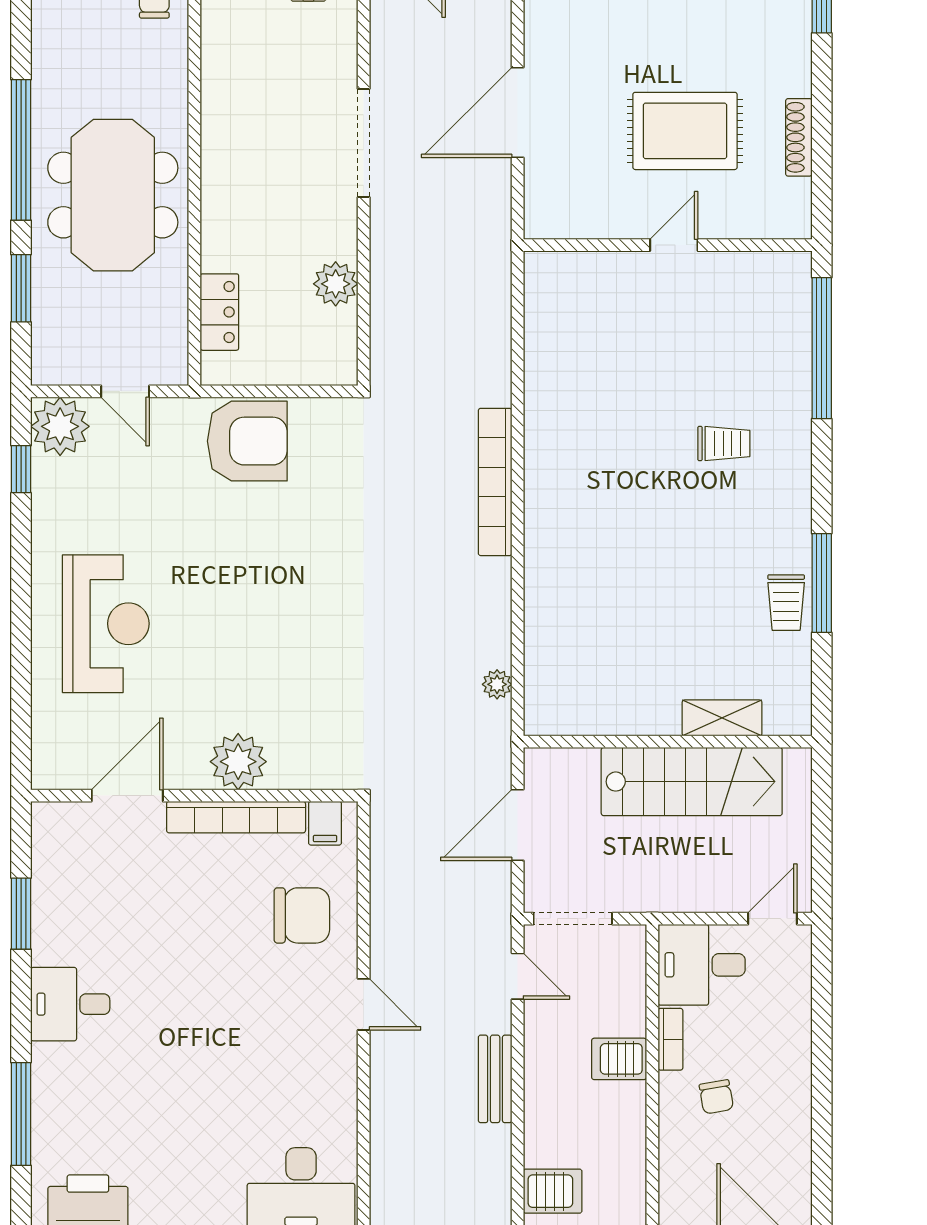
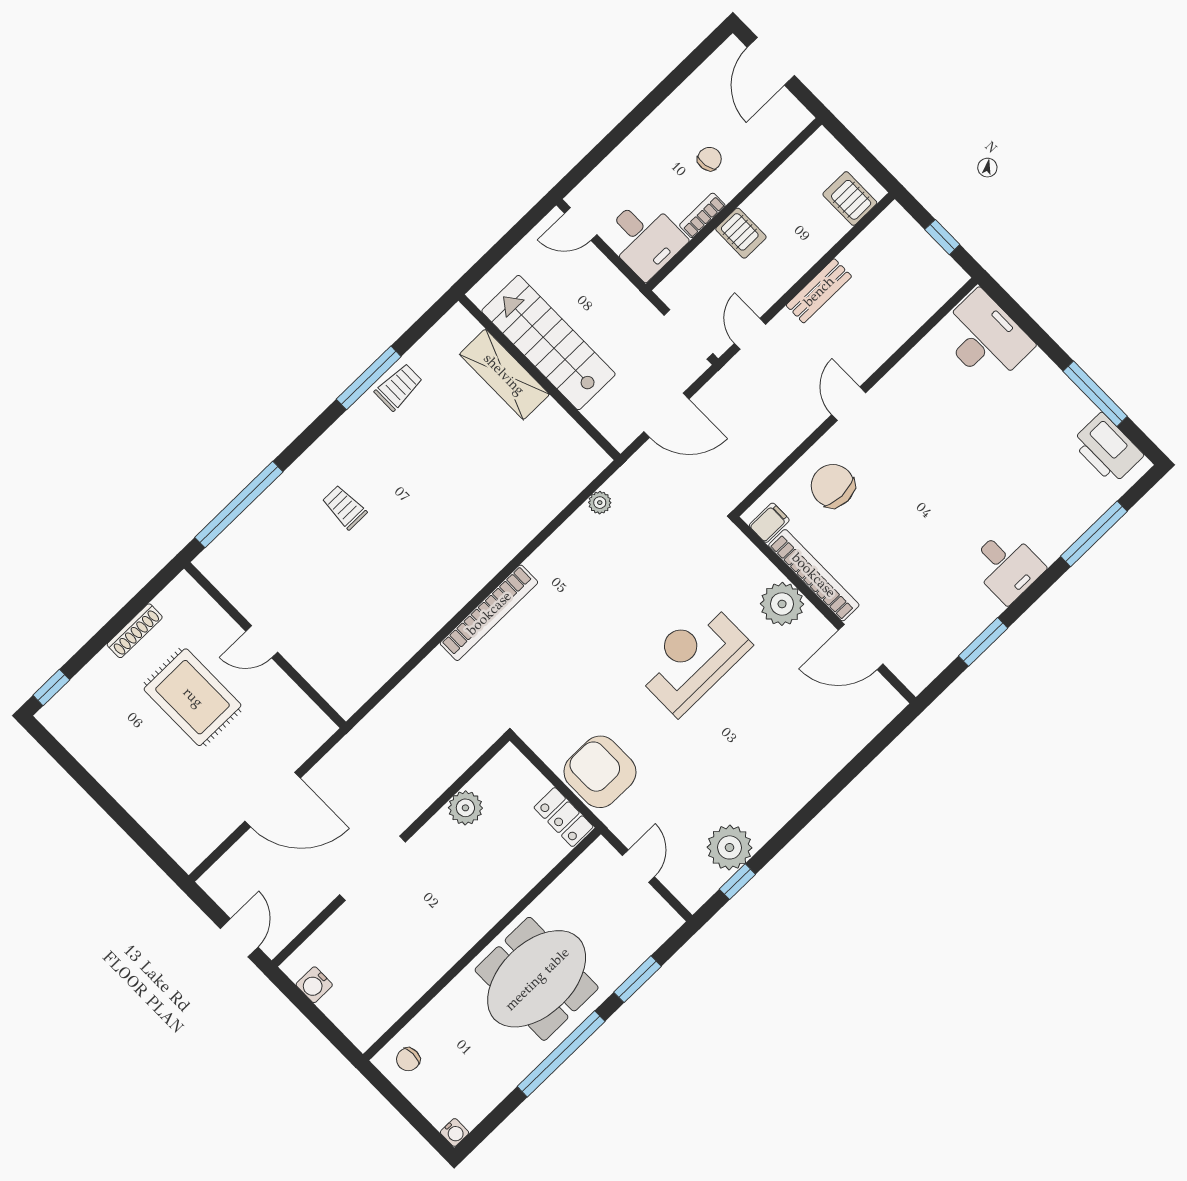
locker: (219, 312) -> (564, 817), moved, turned -90
plant: (60, 426) -> (730, 847), moved
reception desk: (106, 624) -> (693, 658), moved
shelving: (722, 718) -> (504, 374), width x1.50, depth x1.33

